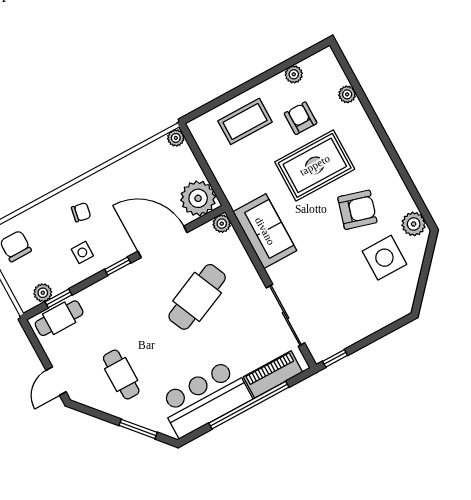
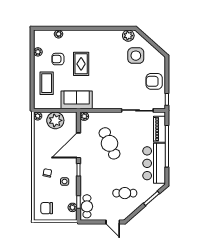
rug: (315, 165) -> (81, 64), width x0.73, depth x0.70
plant: (198, 198) -> (55, 120), moved
armchair: (357, 210) -> (154, 81), moved, turned -106
sofa: (265, 231) -> (77, 100), moved

